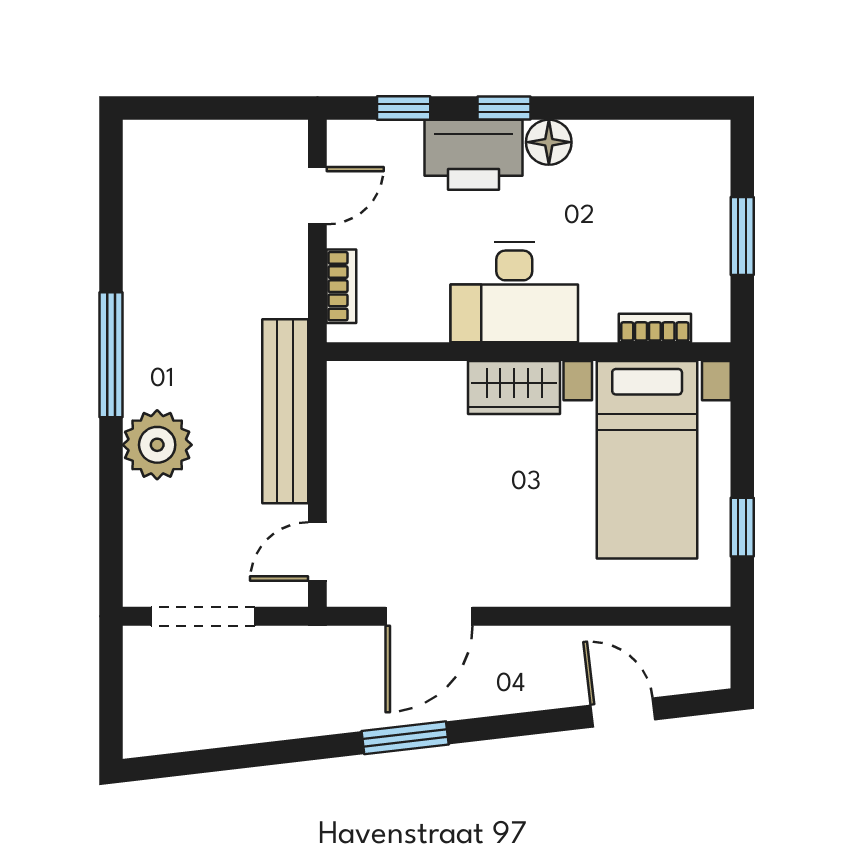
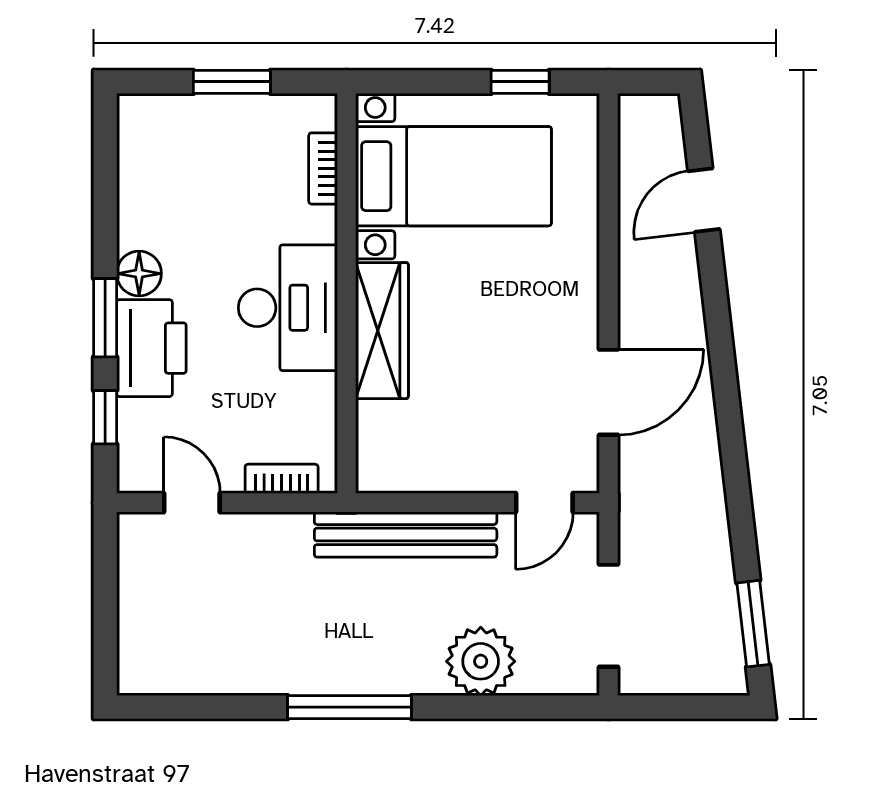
window: (504, 108) -> (105, 318), width x1.50
wardrobe: (514, 388) -> (382, 331), width x1.50
plant: (157, 445) -> (481, 661), moved
door: (317, 552) -> (544, 503), hinge flipped
door: (429, 616) -> (608, 392), hinge flipped
window: (405, 738) -> (753, 624), moved

